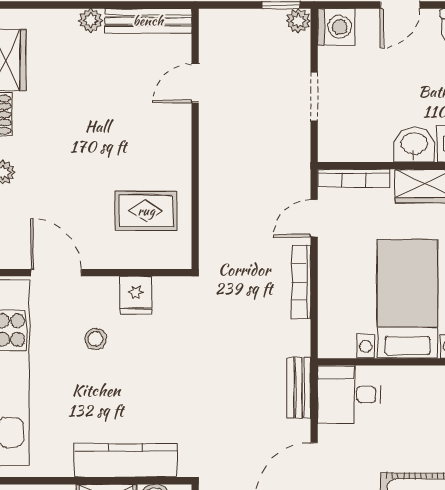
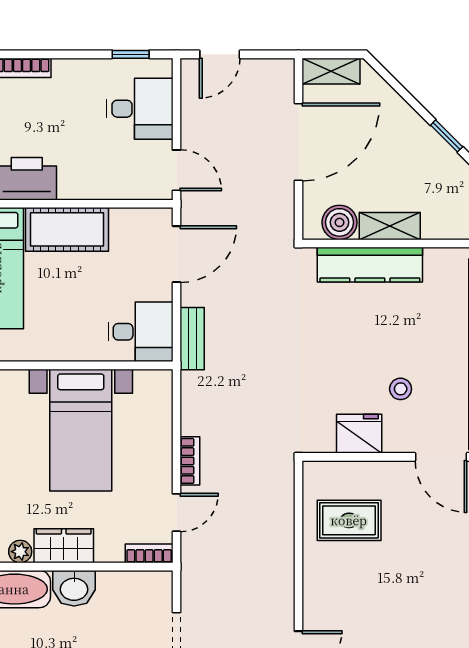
bookcase: (354, 178) -> (149, 553), width x0.64
bookcase: (301, 282) -> (190, 461), width x0.64
fridge: (136, 295) -> (359, 434), width x1.38

